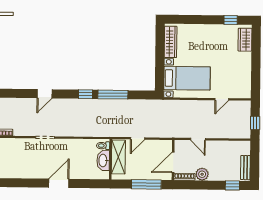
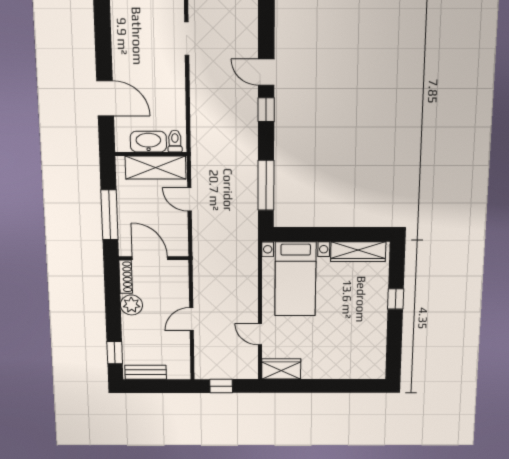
window: (231, 20) -> (396, 299), moved
wardrobe: (245, 40) -> (281, 369), moved
door: (45, 94) -> (266, 72), moved
window: (113, 95) -> (266, 185), moved
door: (198, 139) -> (192, 319), moved
door: (59, 183) -> (105, 98), moved

